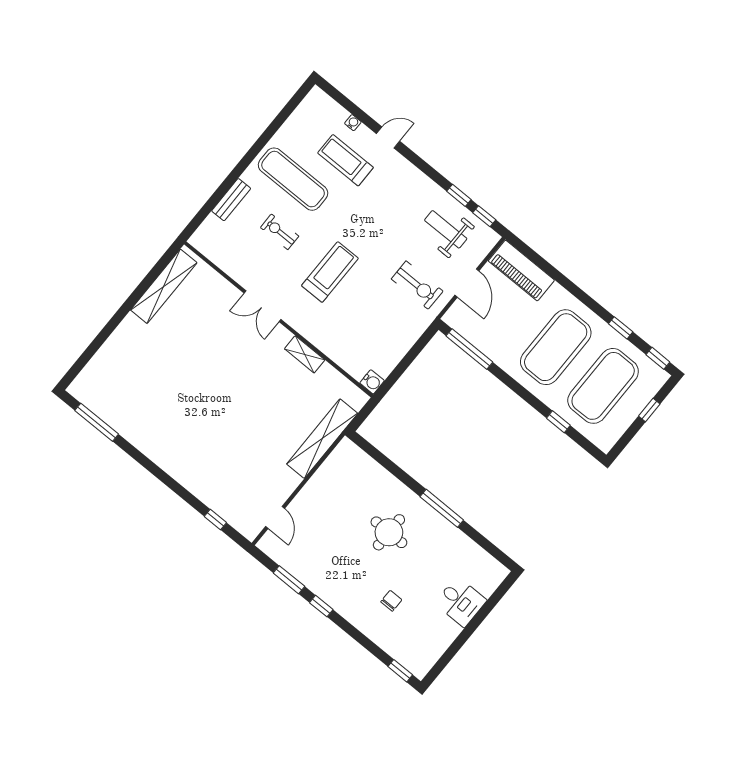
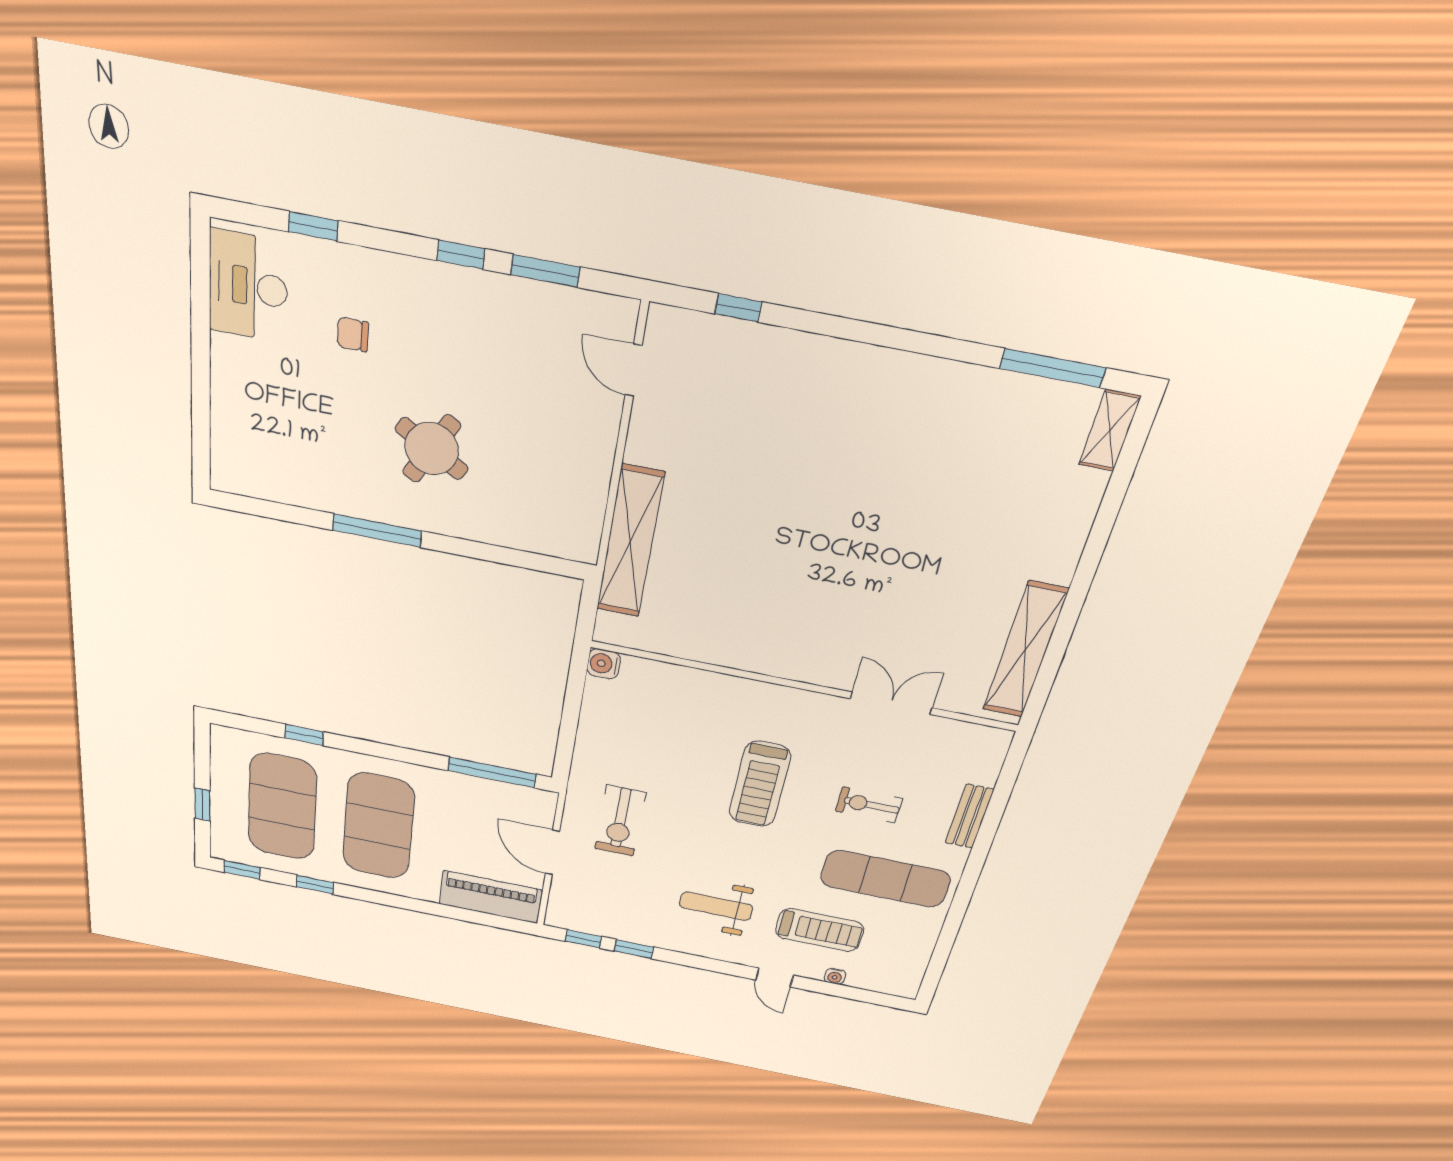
door: (388, 137) -> (775, 978), hinge flipped
weight bench: (446, 229) -> (716, 906), moved, turned 180
exercise bike: (280, 232) -> (869, 805), turned 180
exercise bike: (417, 285) -> (620, 821), turned -90
double door: (262, 306) -> (891, 703), moved
shelving: (305, 354) -> (1110, 431), moved, turned 90
round table: (389, 532) -> (432, 449), turned 30
chair: (391, 601) -> (353, 334), turned 90
desk: (461, 602) -> (248, 286), moved, width x1.37
window: (400, 671) -> (313, 226), moved

